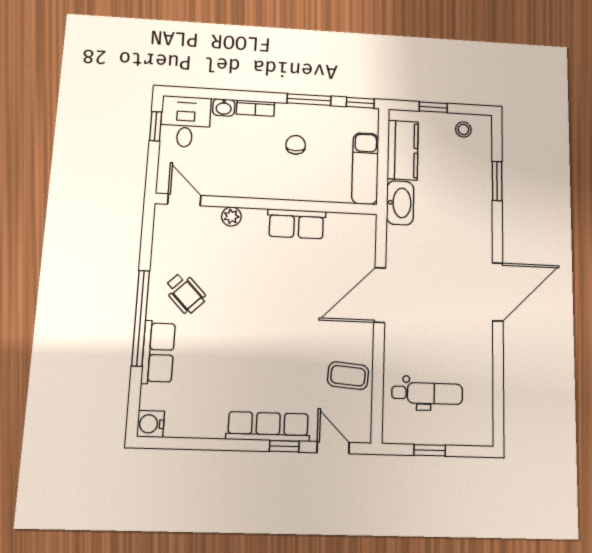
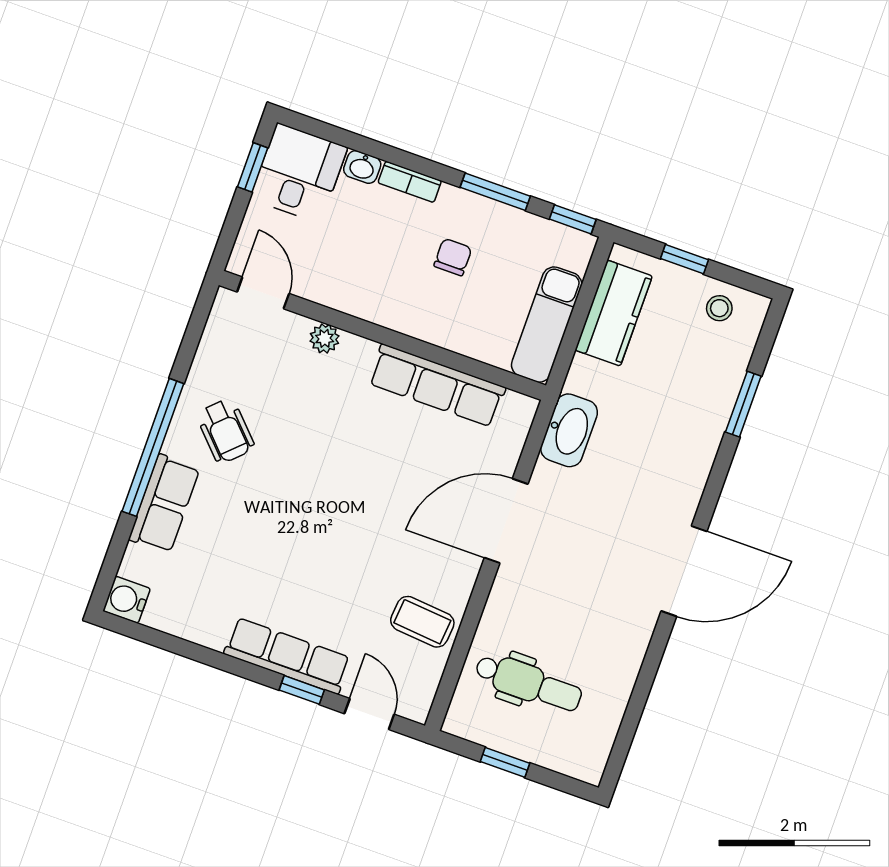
washbasin: (400, 203) -> (569, 430), moved
row of seats: (296, 224) -> (437, 385), width x1.48

